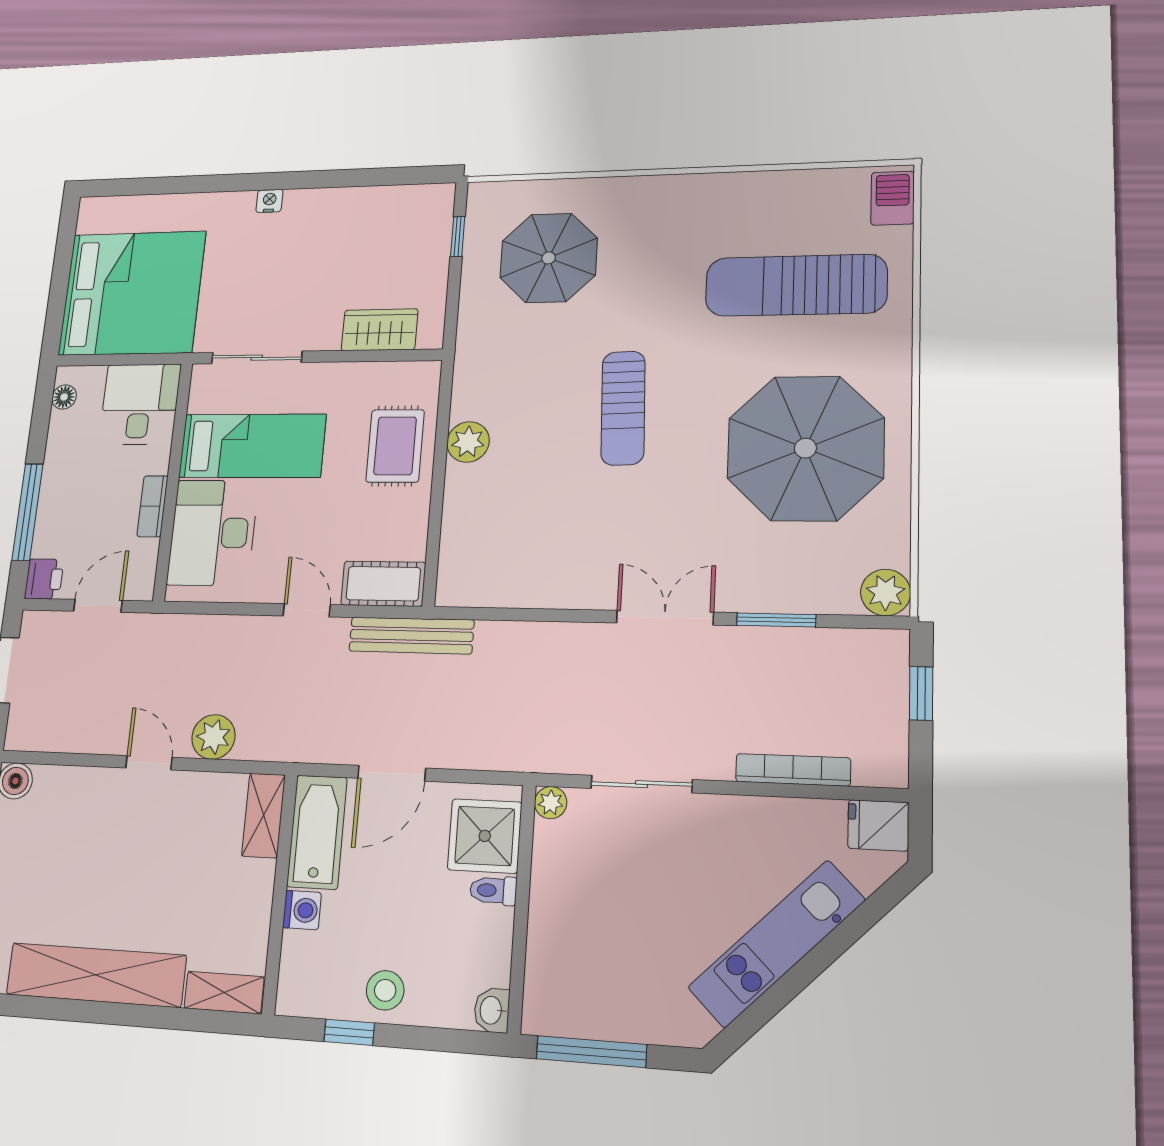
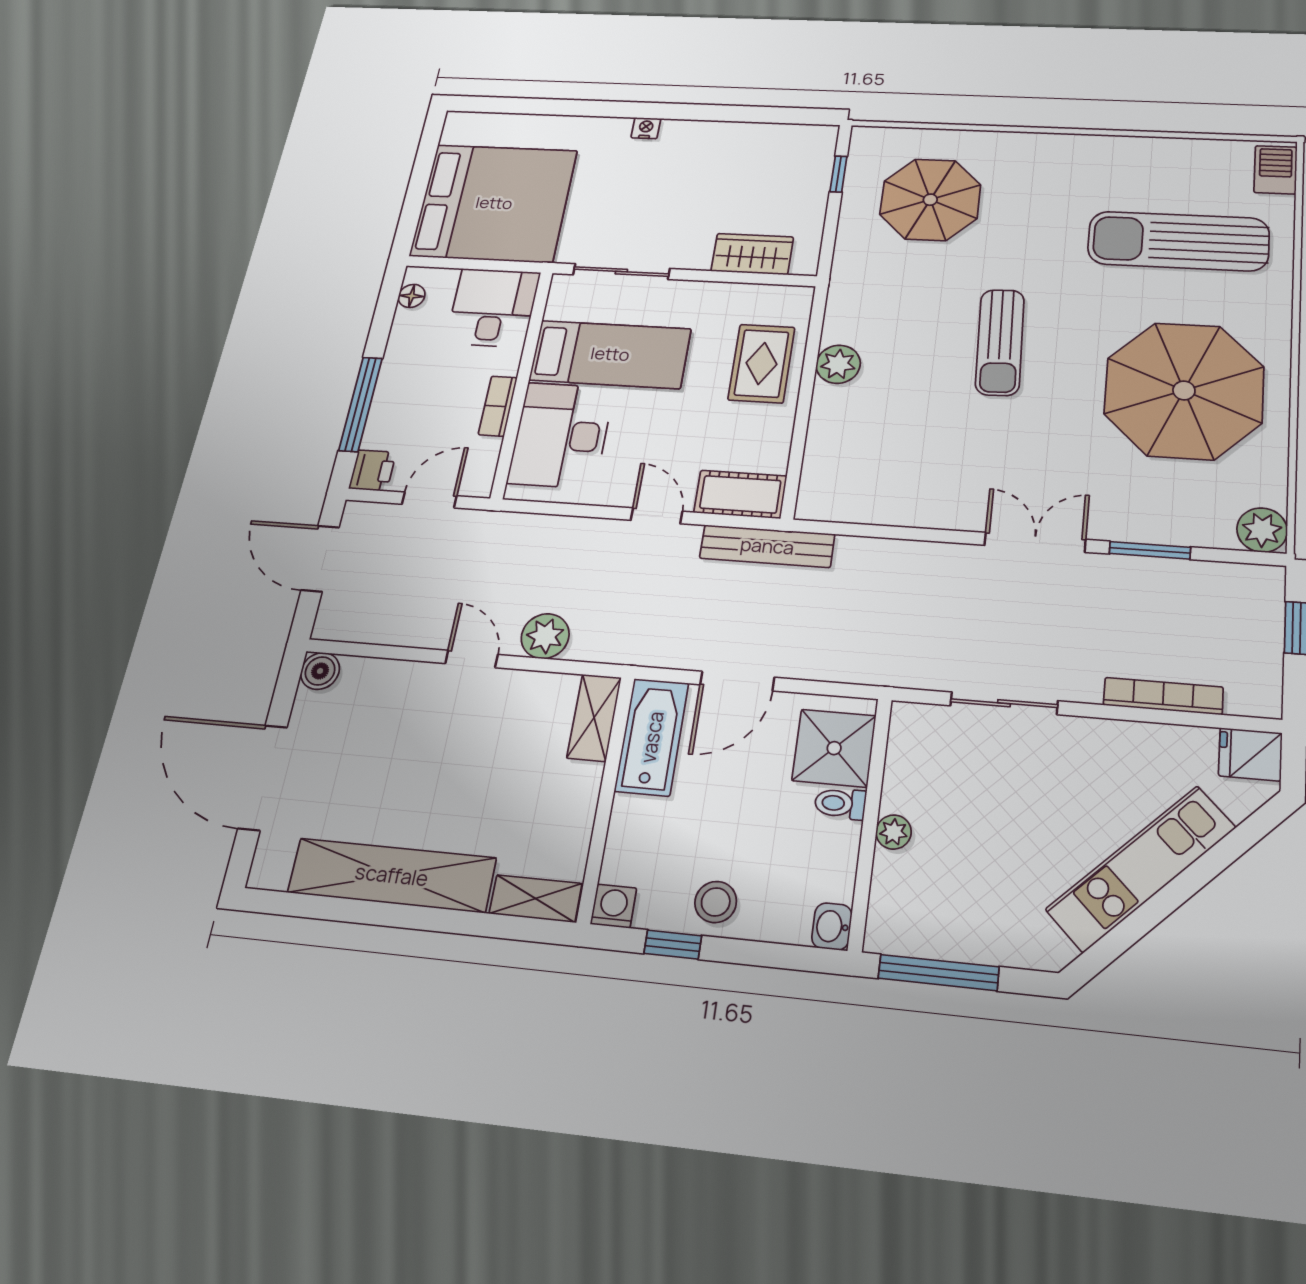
plant: (551, 803) -> (894, 832), moved
washing machine: (302, 910) -> (613, 906), moved, turned -90

